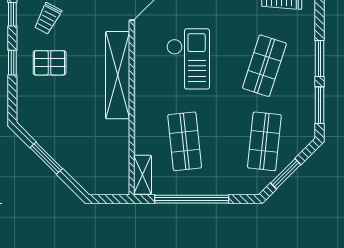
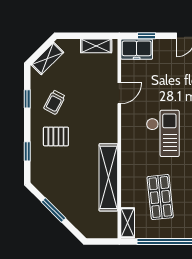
window: (12, 63) -> (27, 151), moved
shelving: (118, 75) -> (108, 177), moved

